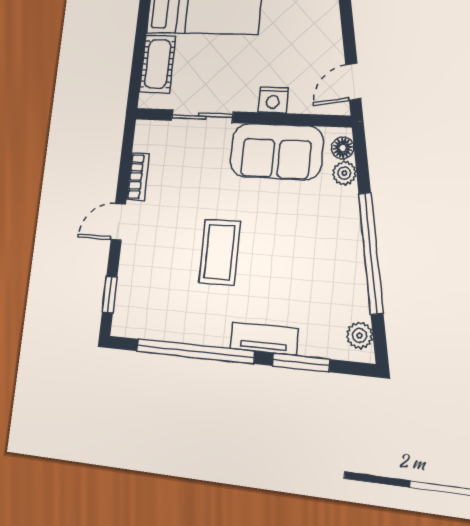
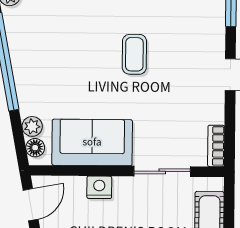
bookcase: (138, 177) -> (216, 146), moved
coffee table: (220, 252) -> (134, 54), width x0.73, depth x0.77

